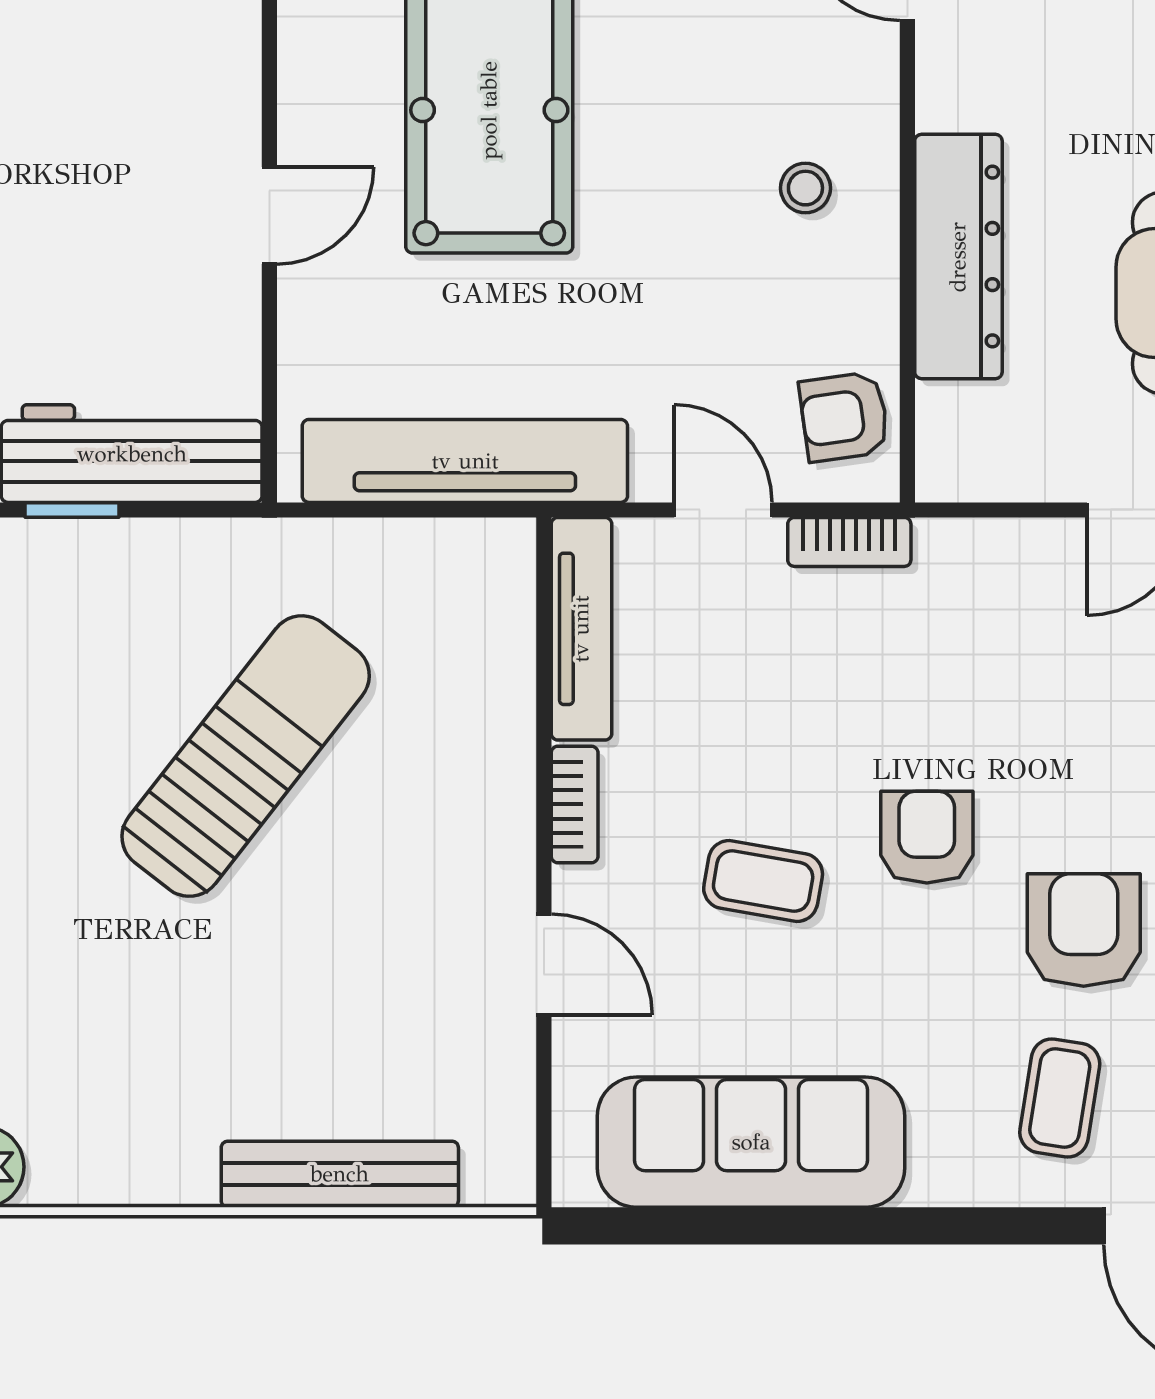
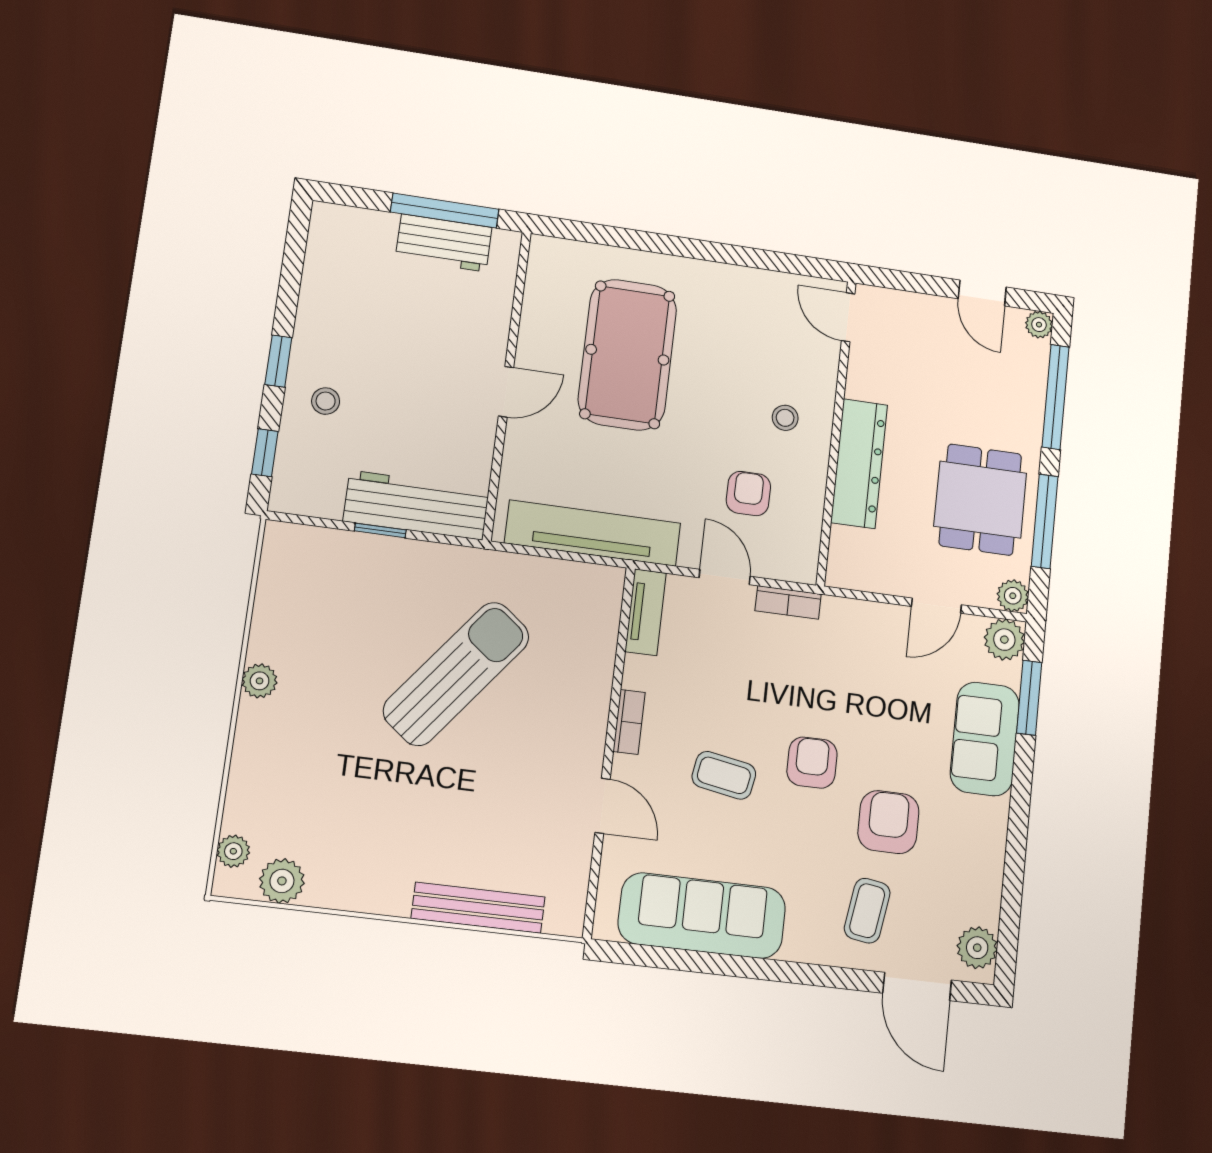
armchair: (844, 417) -> (748, 494), moved, turned 98
tv unit: (581, 629) -> (646, 612), width x0.71

